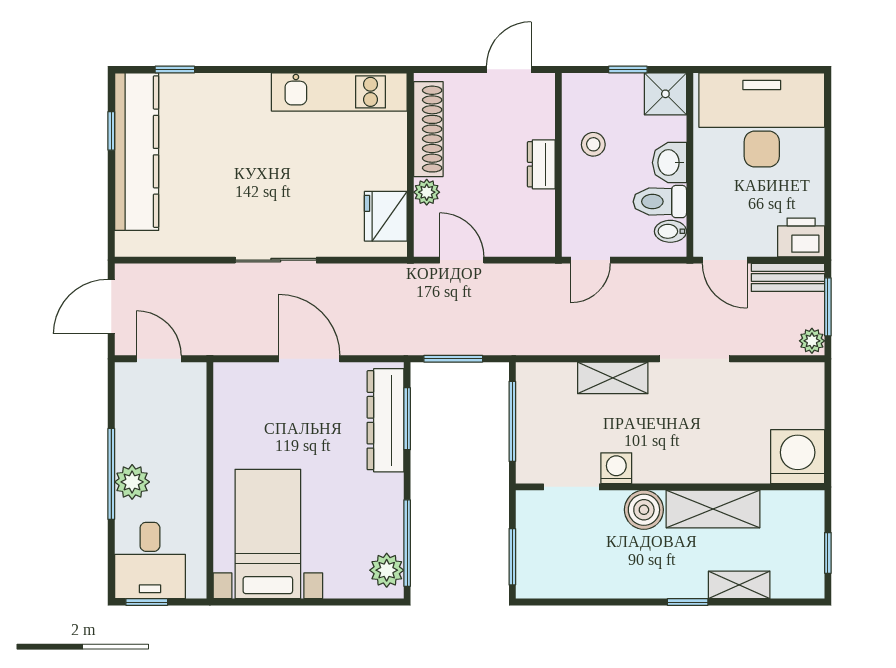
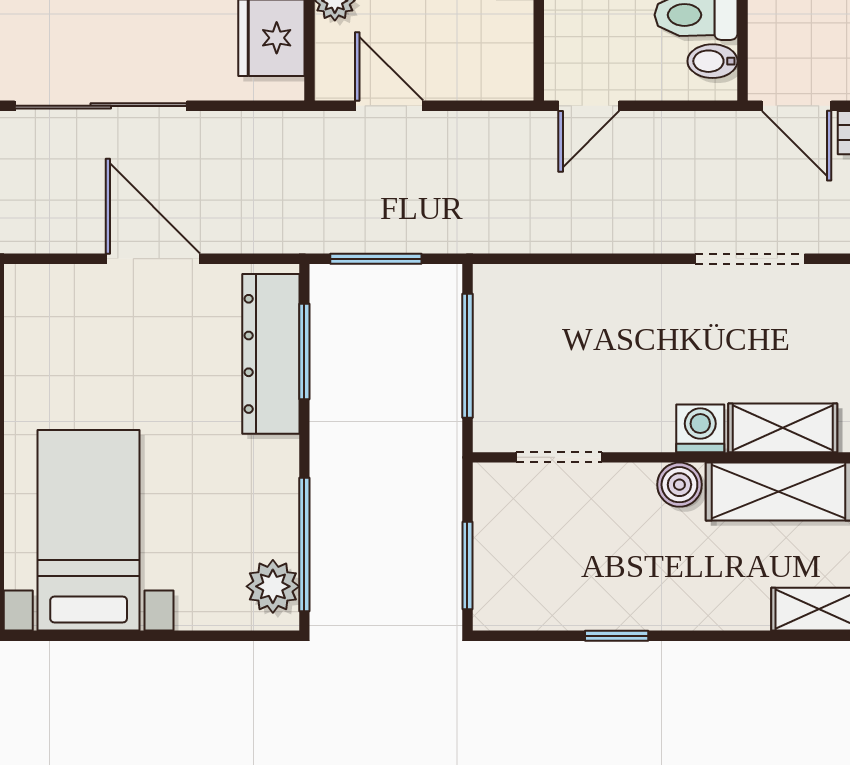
sliding door: (276, 260) -> (101, 106), width x1.37
shelving: (613, 378) -> (783, 428), moved
washing machine: (616, 468) -> (700, 428), moved
boiler: (644, 510) -> (679, 485), width x0.73, depth x0.73
window: (688, 602) -> (617, 636), moved

